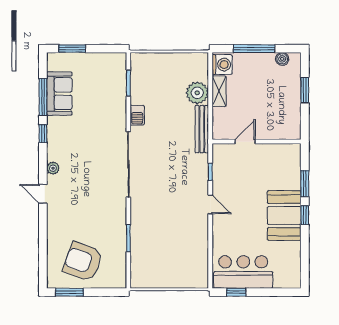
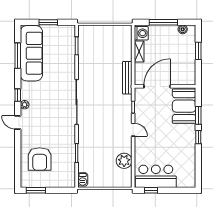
window: (72, 49) -> (48, 22), moved
plant: (197, 93) -> (124, 161), moved
sofa: (59, 94) -> (31, 53), width x1.85, depth x1.27
barbecue: (137, 115) -> (83, 179), moved
window: (43, 134) -> (18, 95), moved
door: (245, 142) -> (157, 86), width x1.87
booth: (284, 216) -> (184, 106), moved
armchair: (83, 262) -> (40, 159), moved, turned -110

